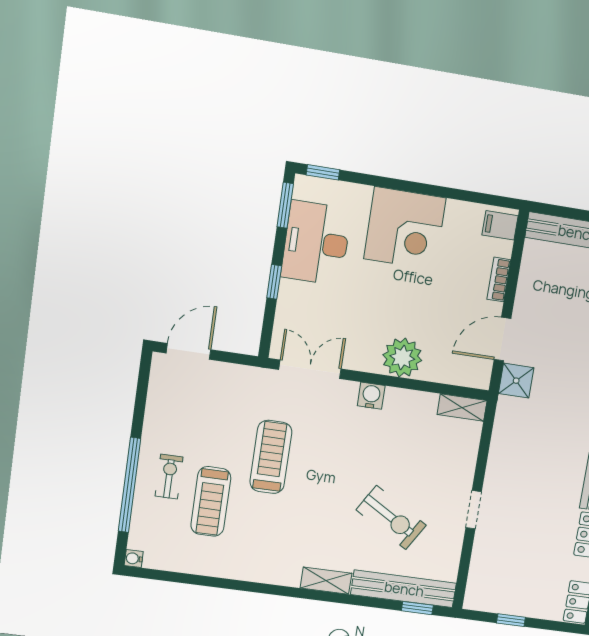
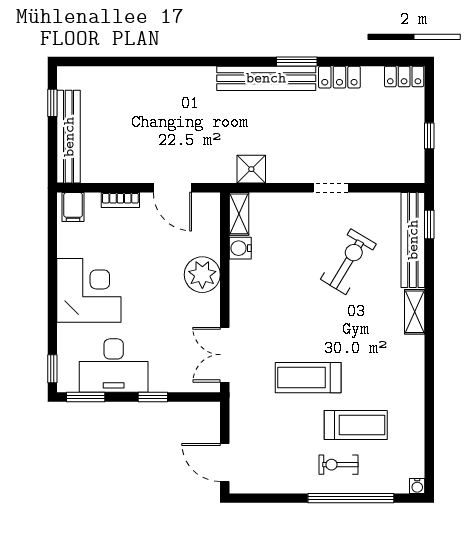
shower: (516, 381) -> (251, 169), moved
water cooler: (371, 396) -> (240, 248), moved

